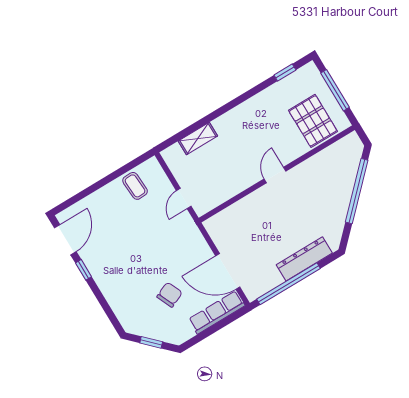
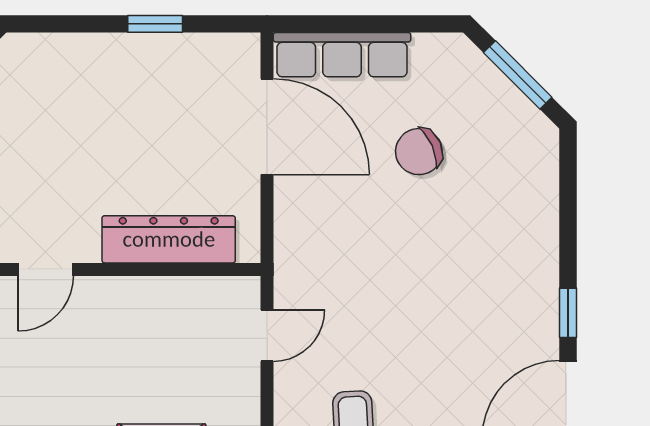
dresser: (304, 259) -> (169, 239), moved, turned 180
window: (288, 284) -> (155, 24), width x0.32
window: (151, 342) -> (518, 75), width x1.50

